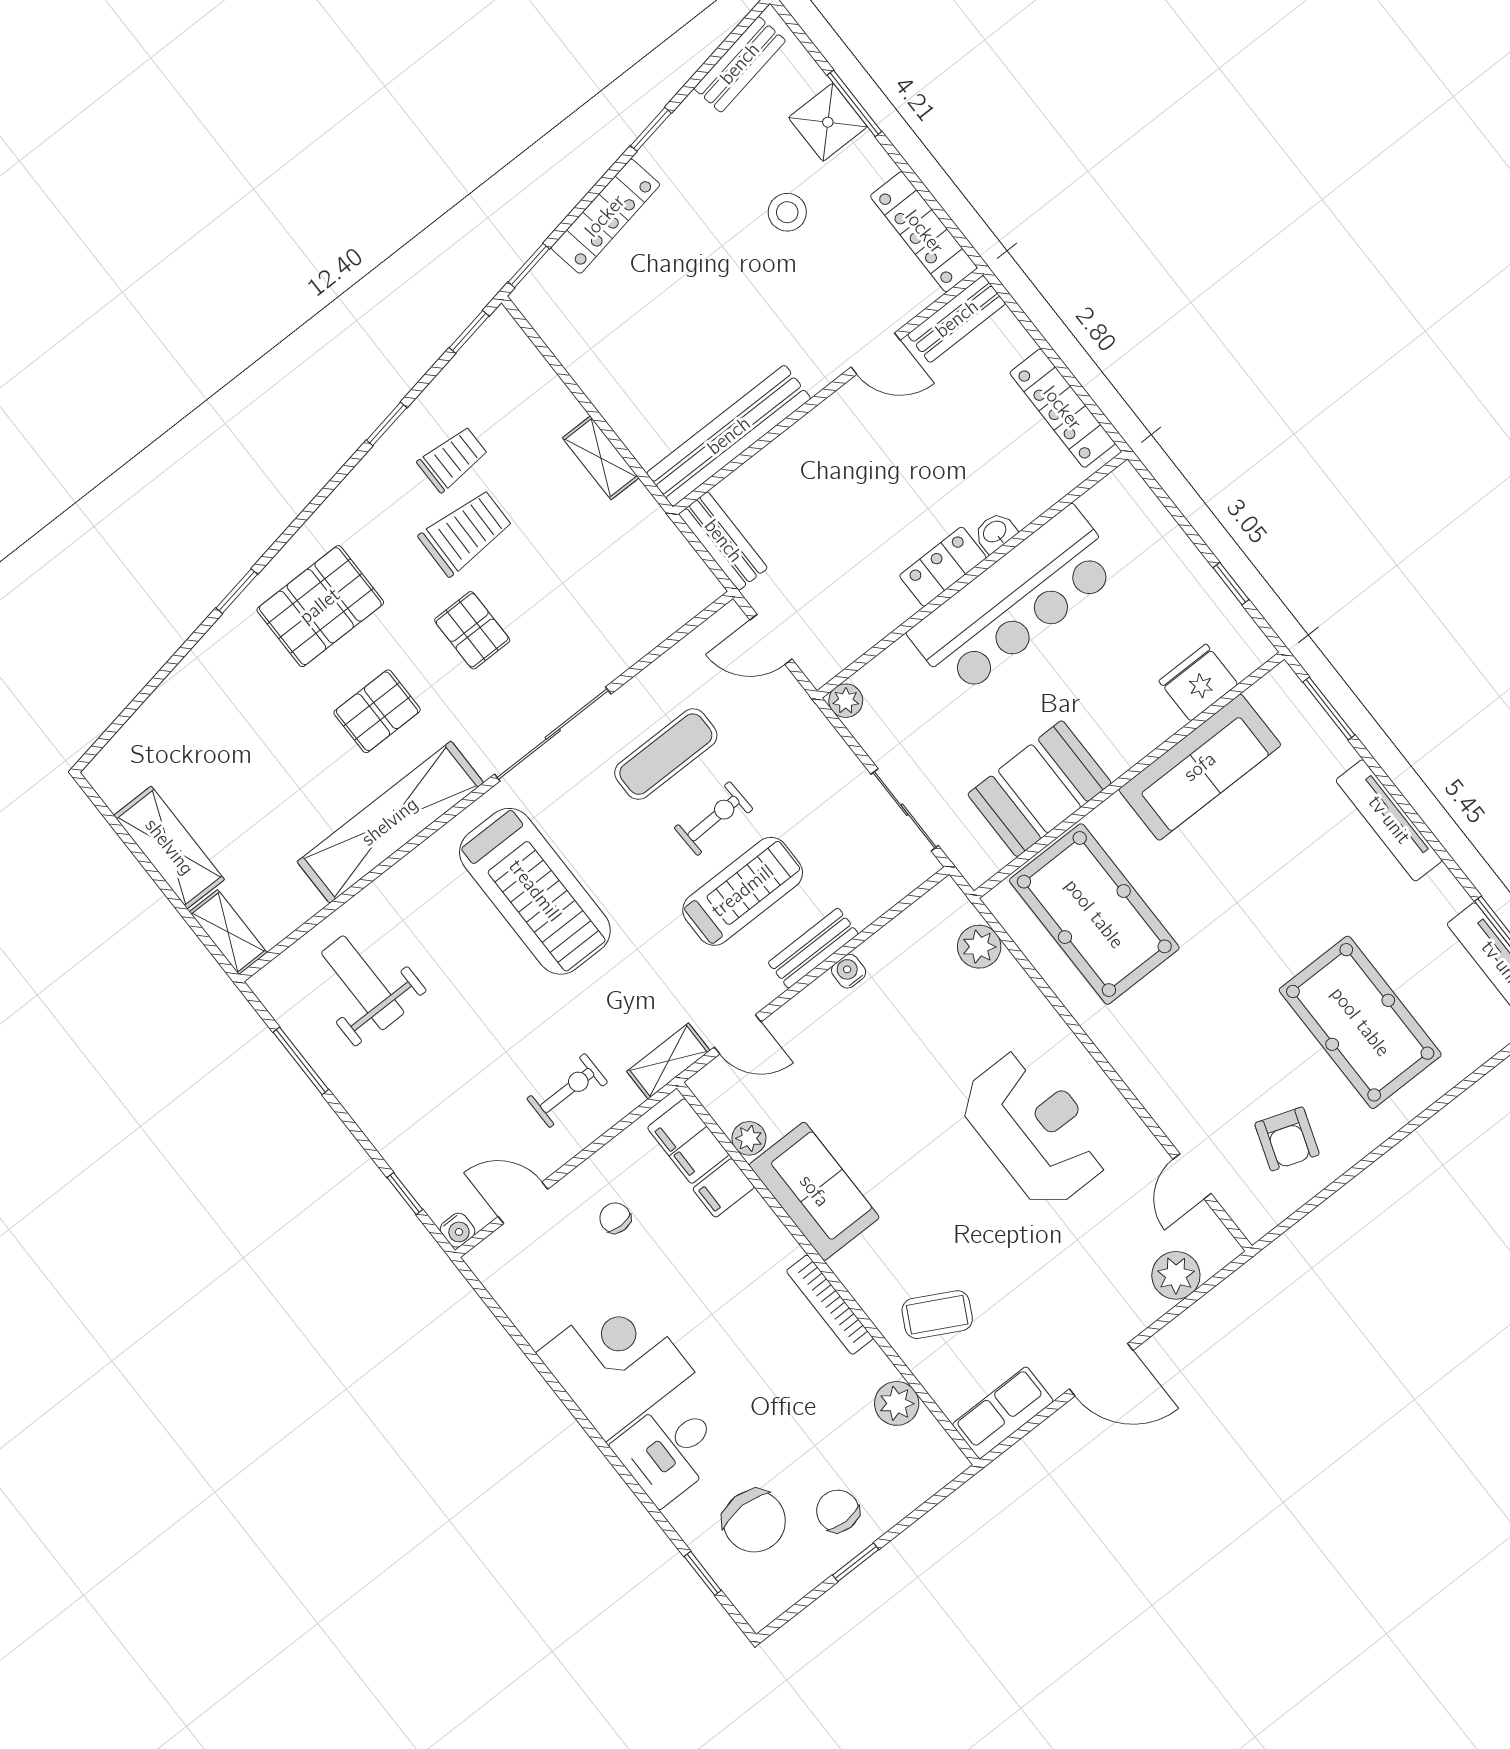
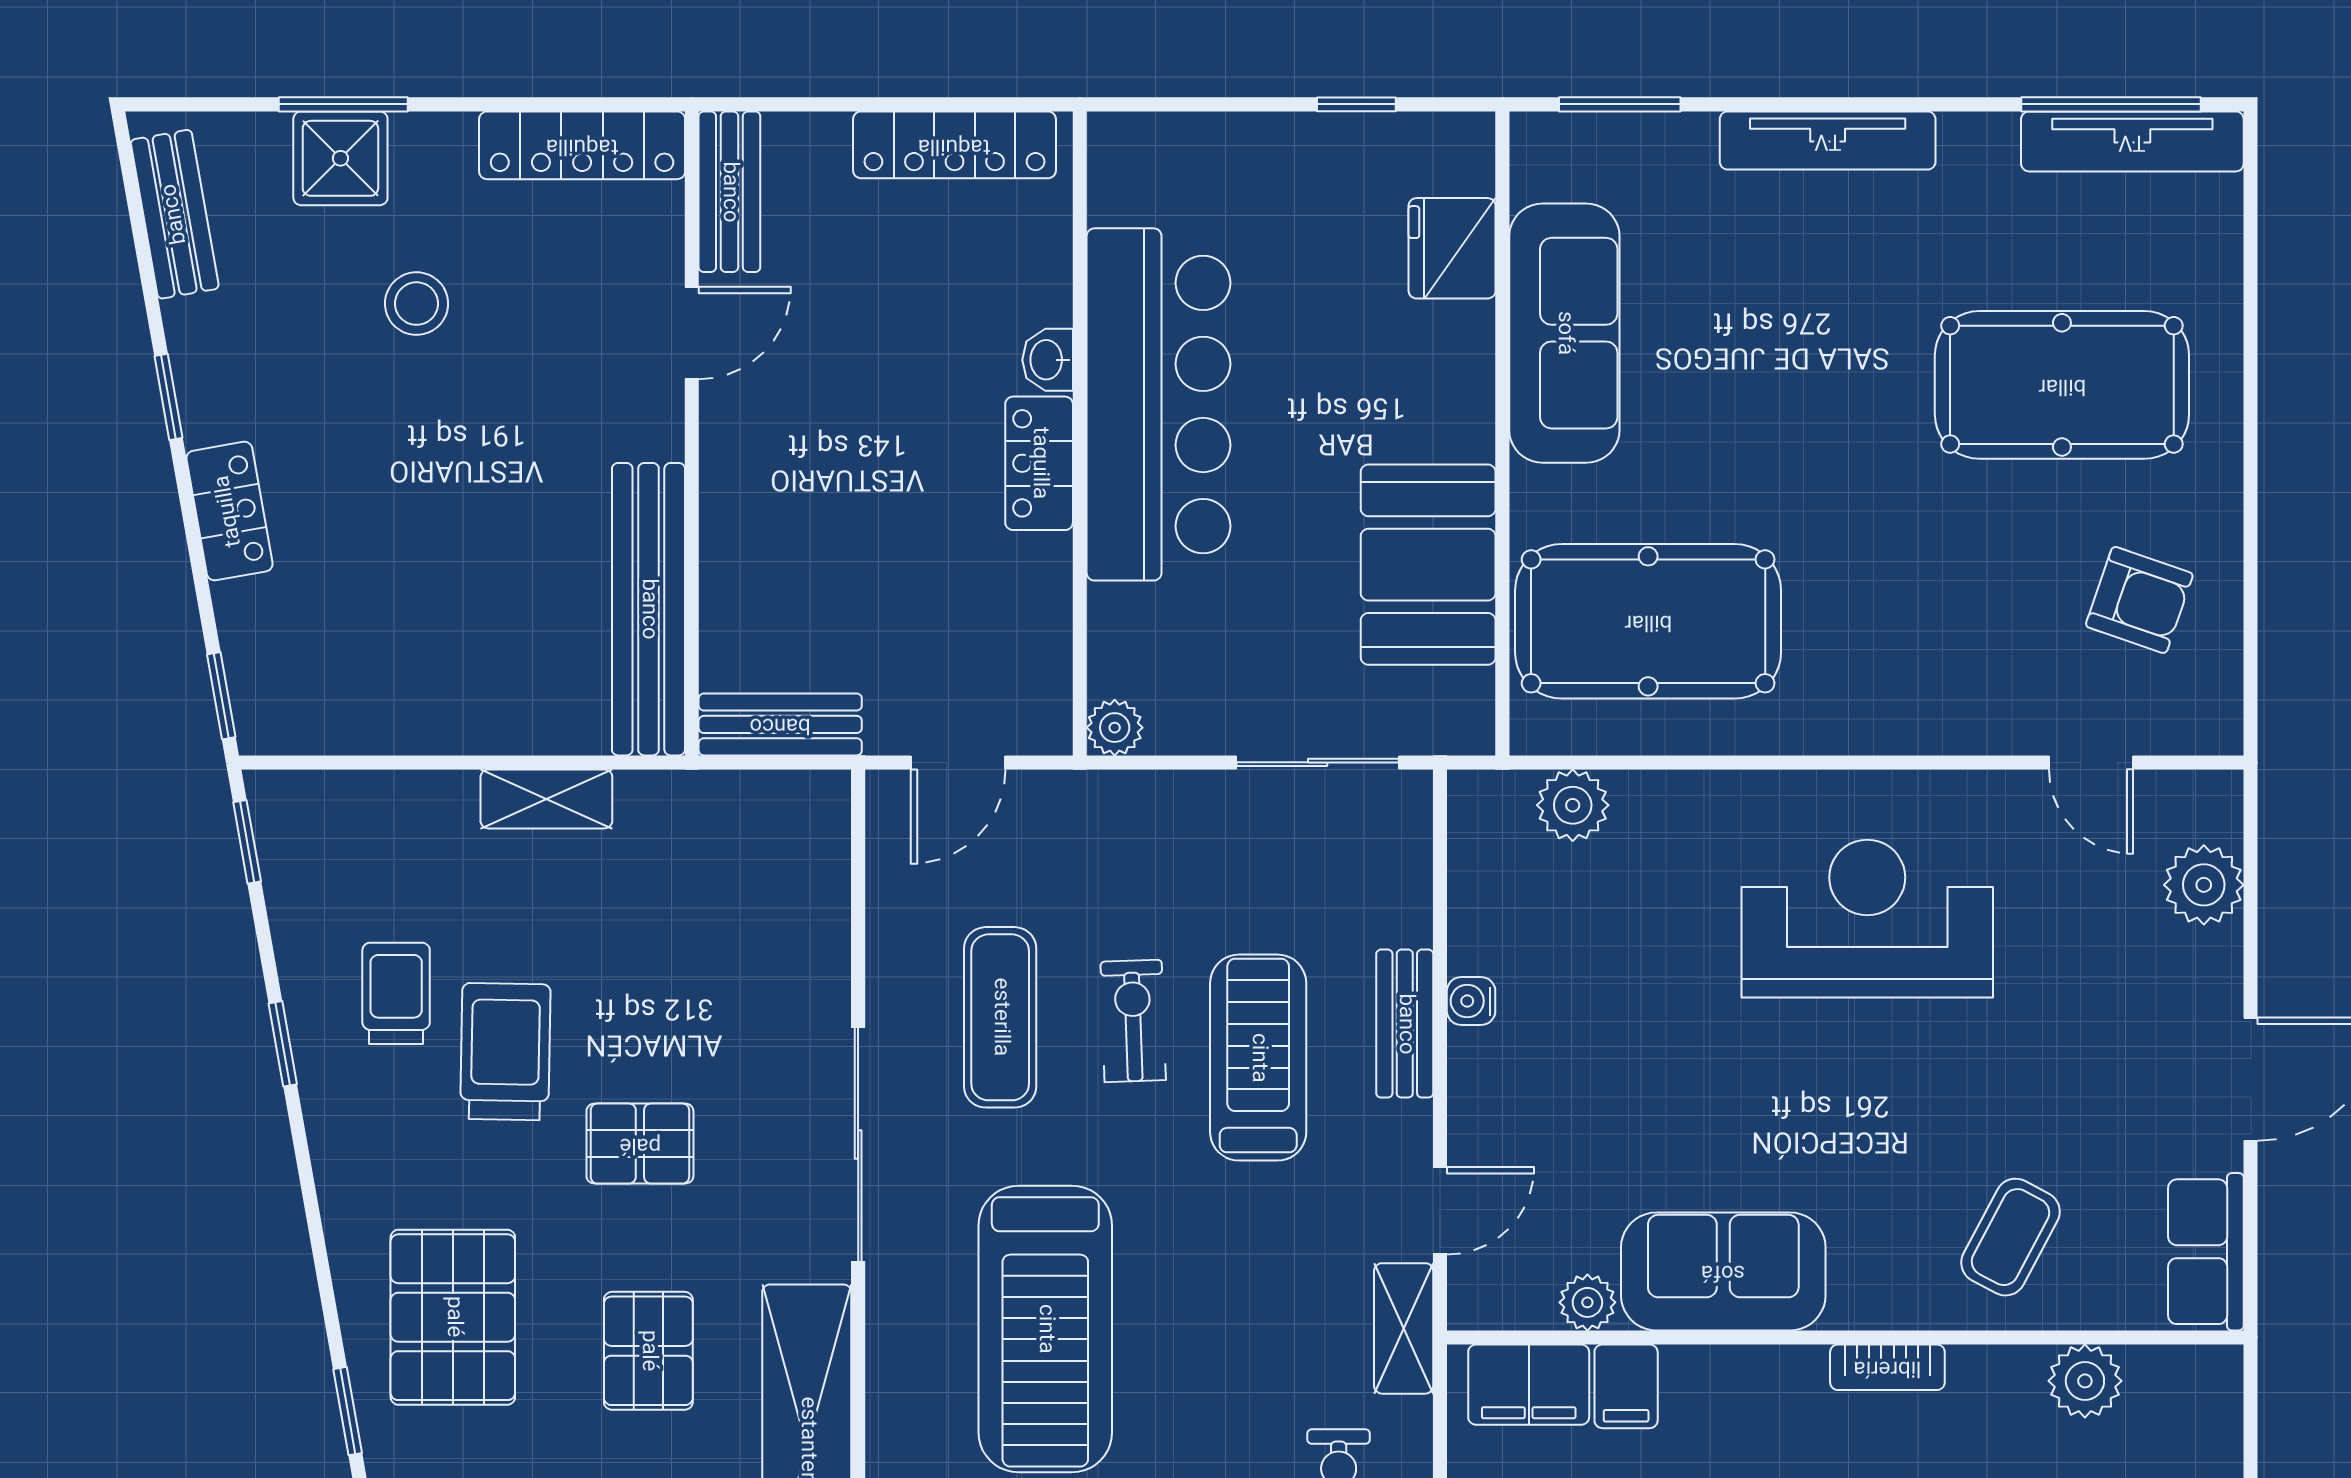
locker: (605, 216) -> (229, 511), width x0.66
treadmill: (535, 891) -> (1045, 1329), turned 90
bookcase: (830, 1305) -> (1887, 1367), width x0.64

